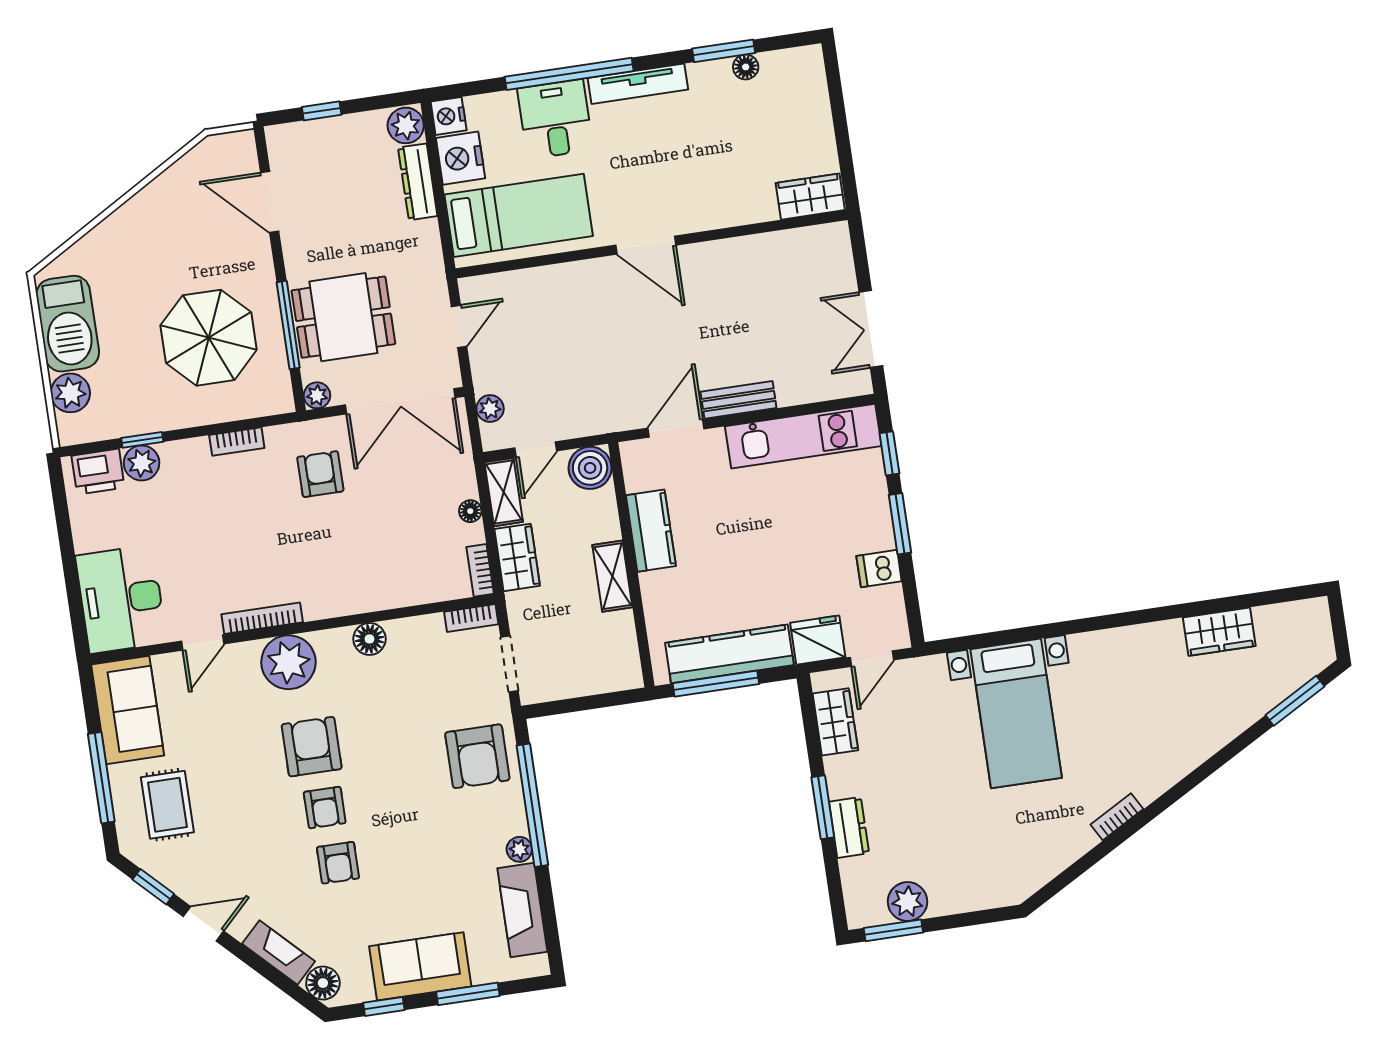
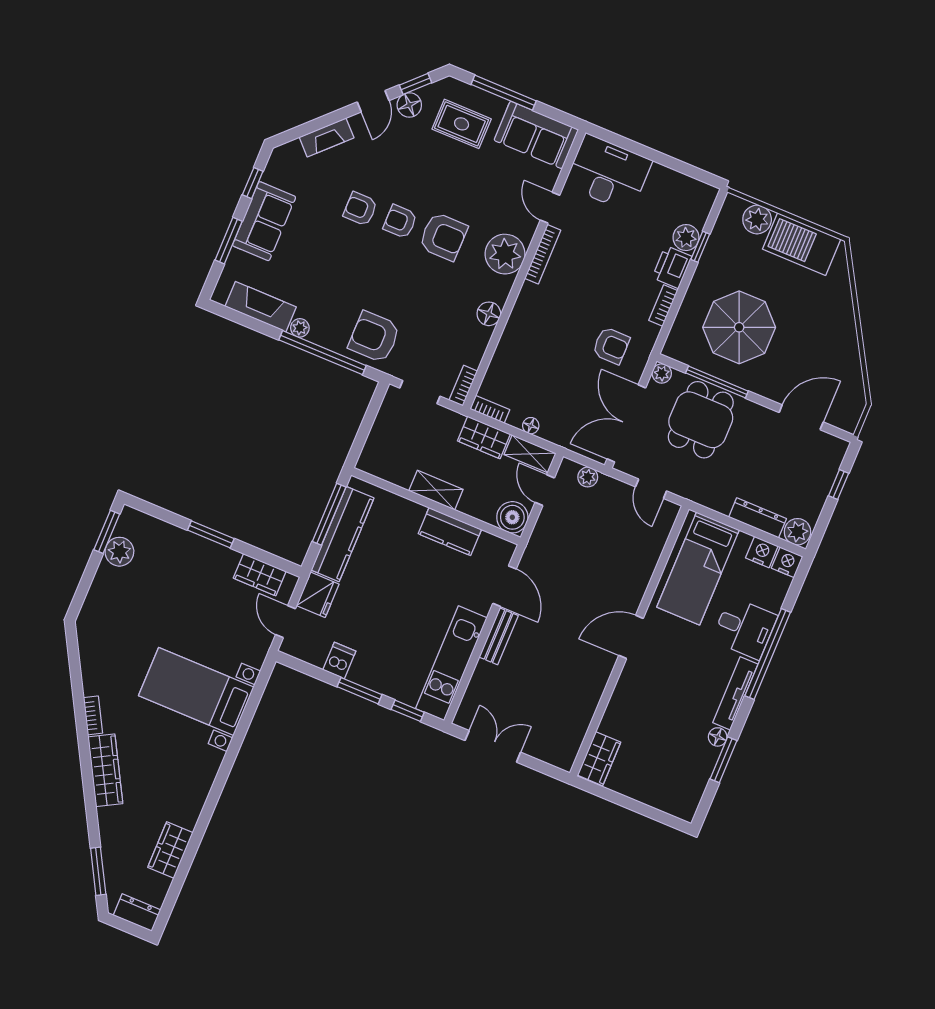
floor lamp: (746, 67) -> (718, 737), moved
nightstand: (461, 158) -> (762, 552), width x0.74, depth x0.75
printer: (98, 472) -> (672, 267), moved
wardrobe: (1172, 764) -> (105, 770), added
dresser: (849, 827) -> (137, 913), moved, turned 180
floor lamp: (323, 983) -> (409, 105), moved

